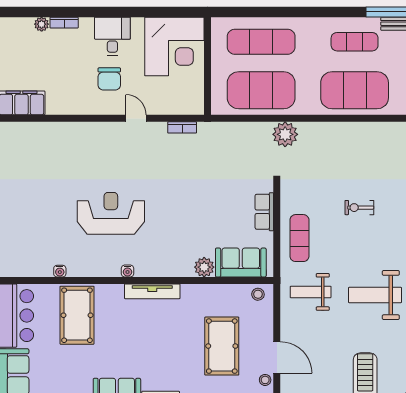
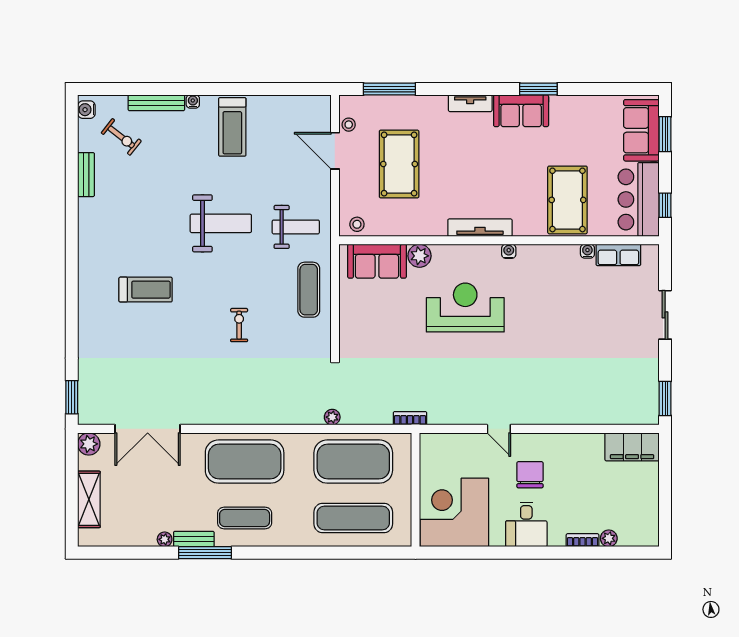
bookcase: (182, 127) -> (410, 418), moved
plant: (285, 134) -> (332, 417), width x0.53, depth x0.53
exercise bike: (359, 208) -> (239, 325), turned -90
row of seats: (264, 212) -> (618, 255), moved, turned 90
reception desk: (111, 213) -> (465, 307), moved, turned 180

